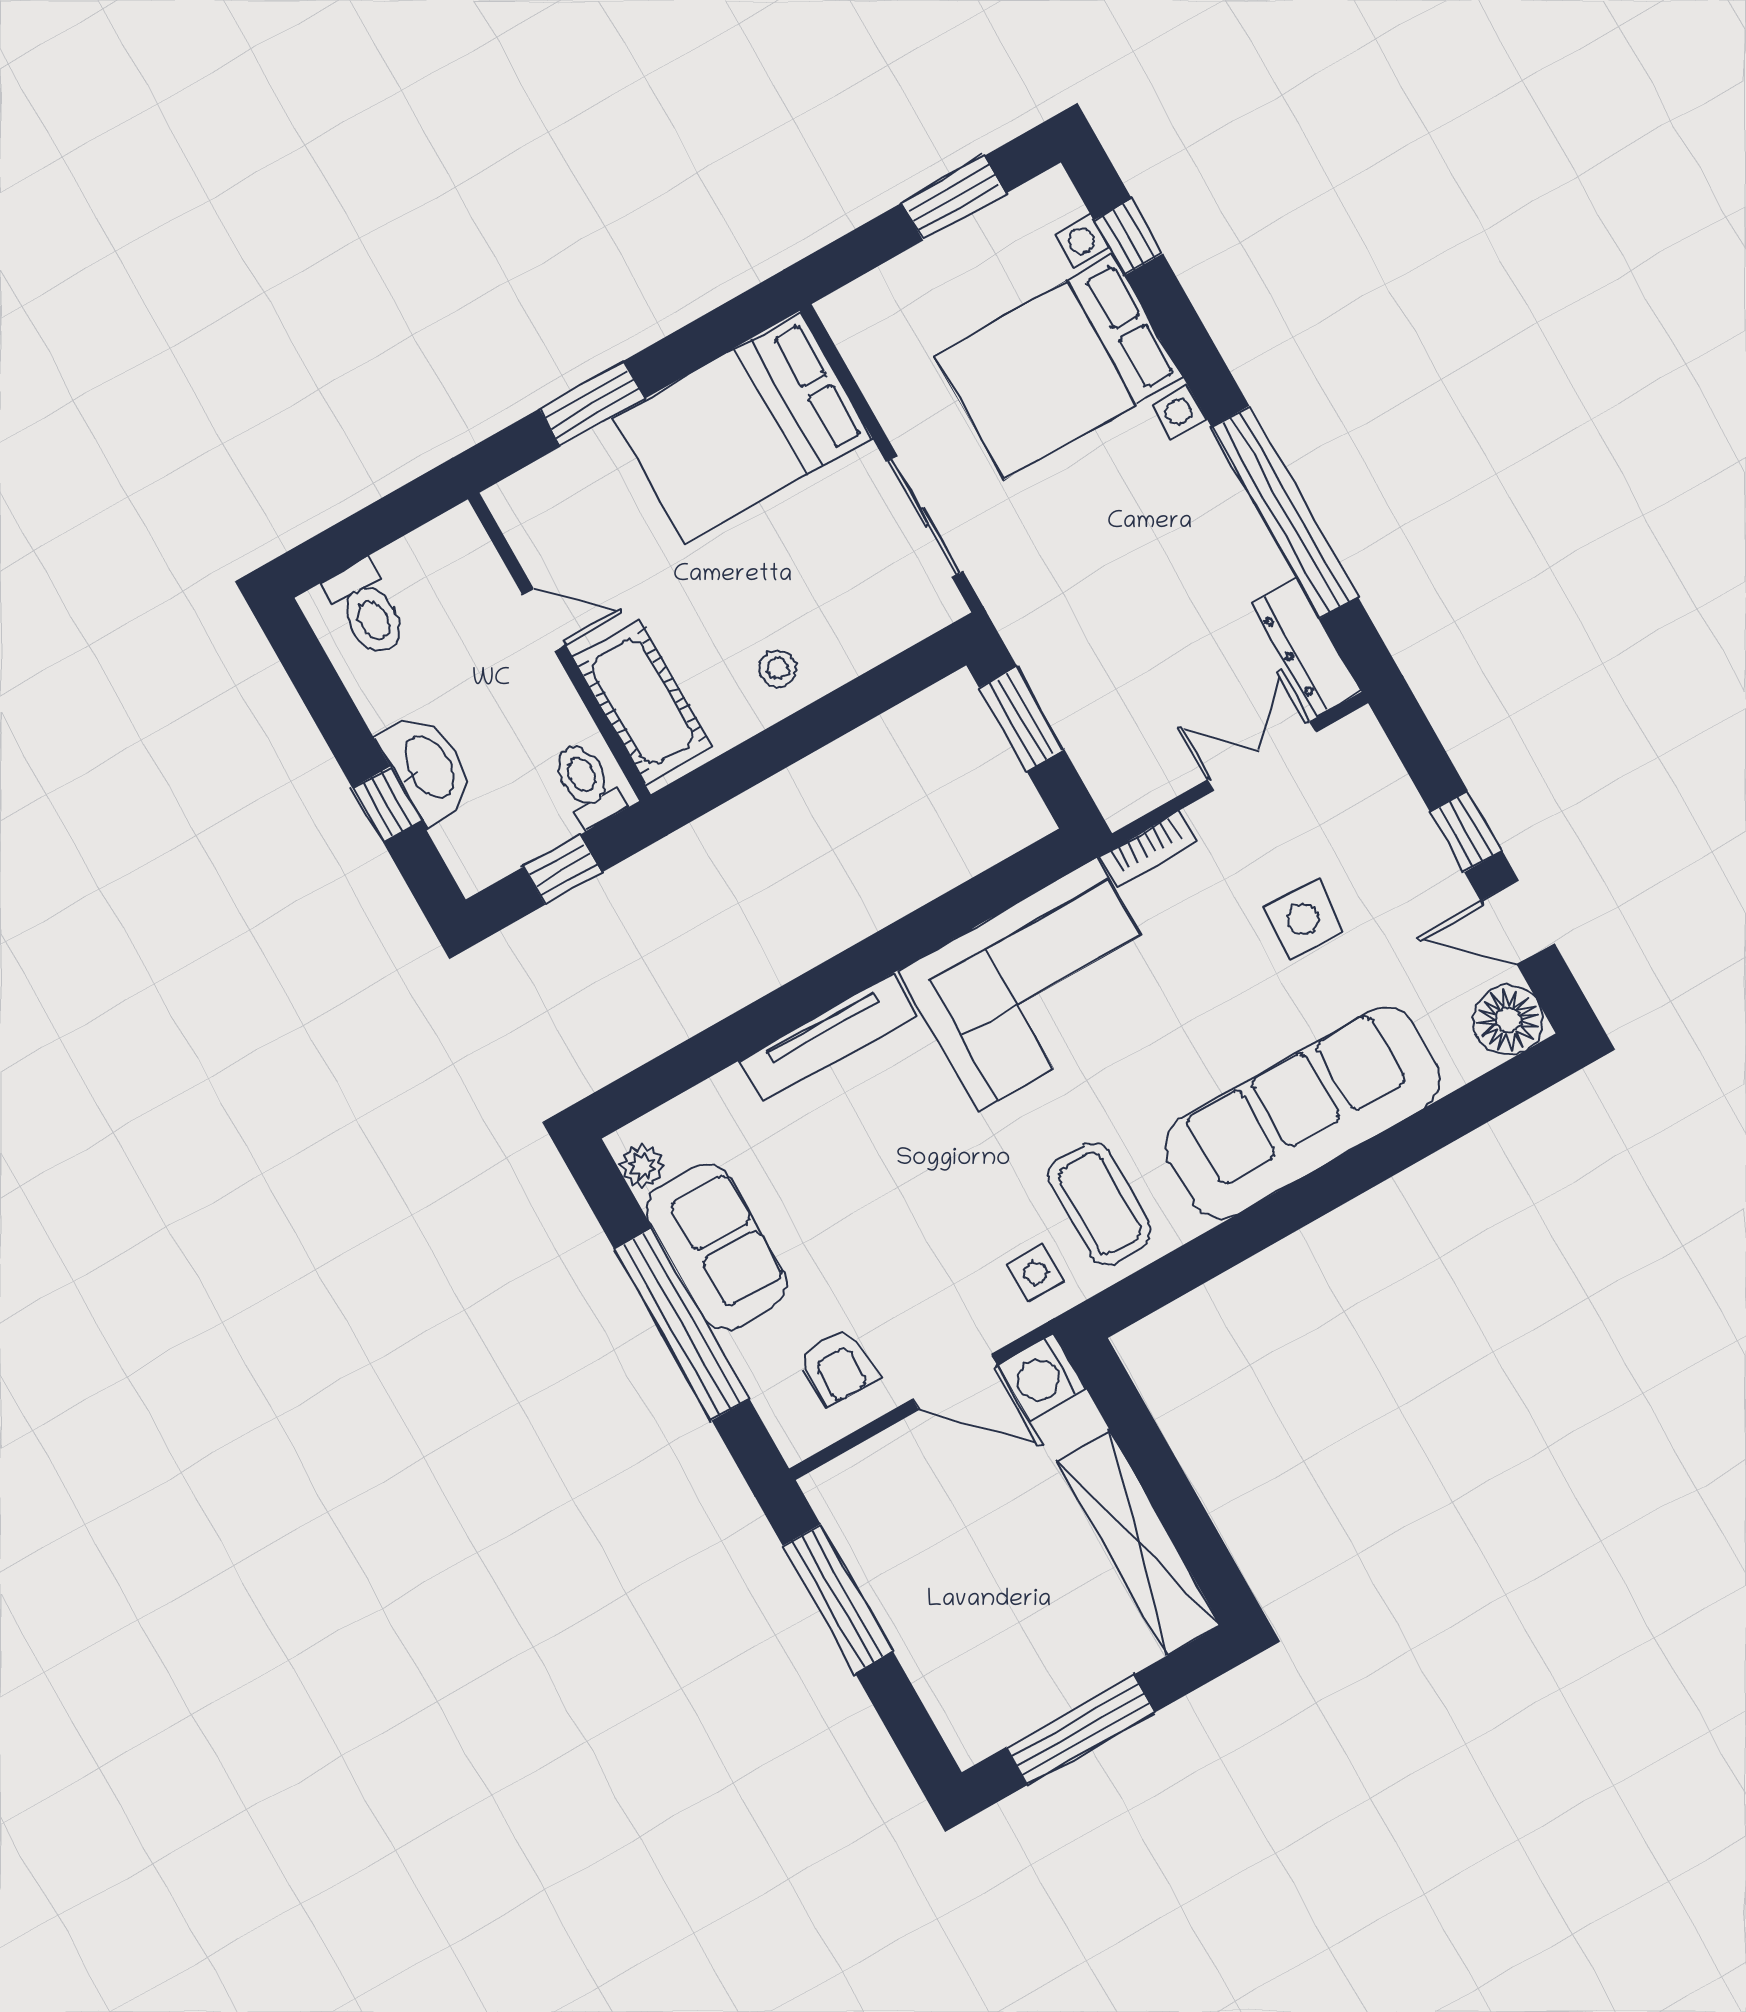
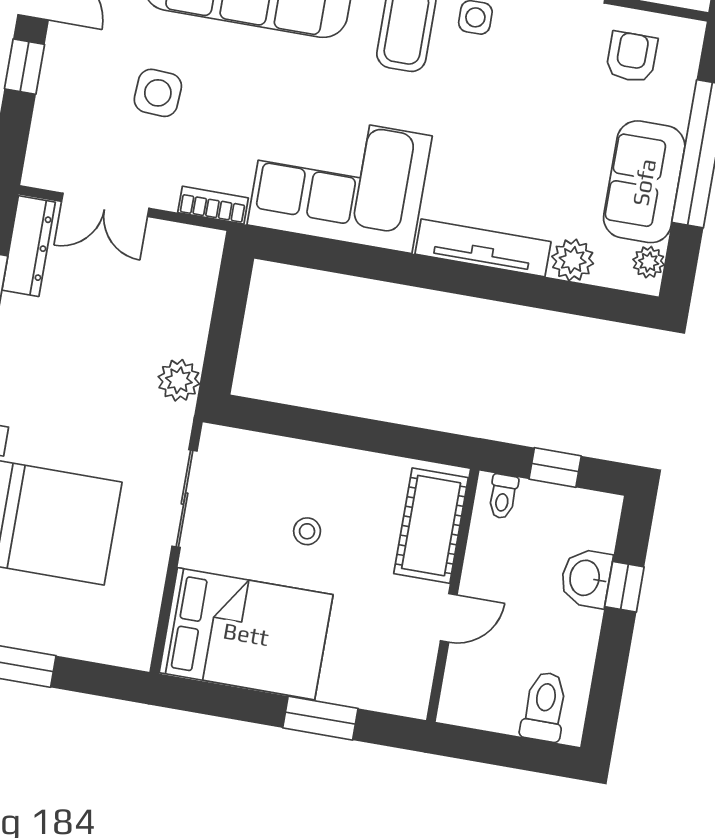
door: (544, 620) -> (449, 618), swing flipped
plant: (1033, 636) -> (179, 380), added
stool: (778, 669) -> (307, 531), moved
window: (1022, 719) -> (224, 338), removed
washbasin: (427, 768) -> (586, 578), width x0.72
toilet: (587, 784) -> (503, 496), width x0.73, depth x0.72
plant: (724, 1103) -> (573, 260), added

